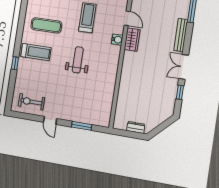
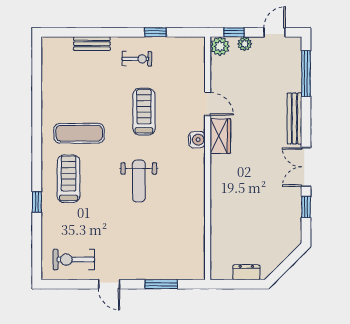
treadmill: (36, 52) -> (69, 179), turned -90
weight bench: (78, 60) -> (139, 181), turned 180

